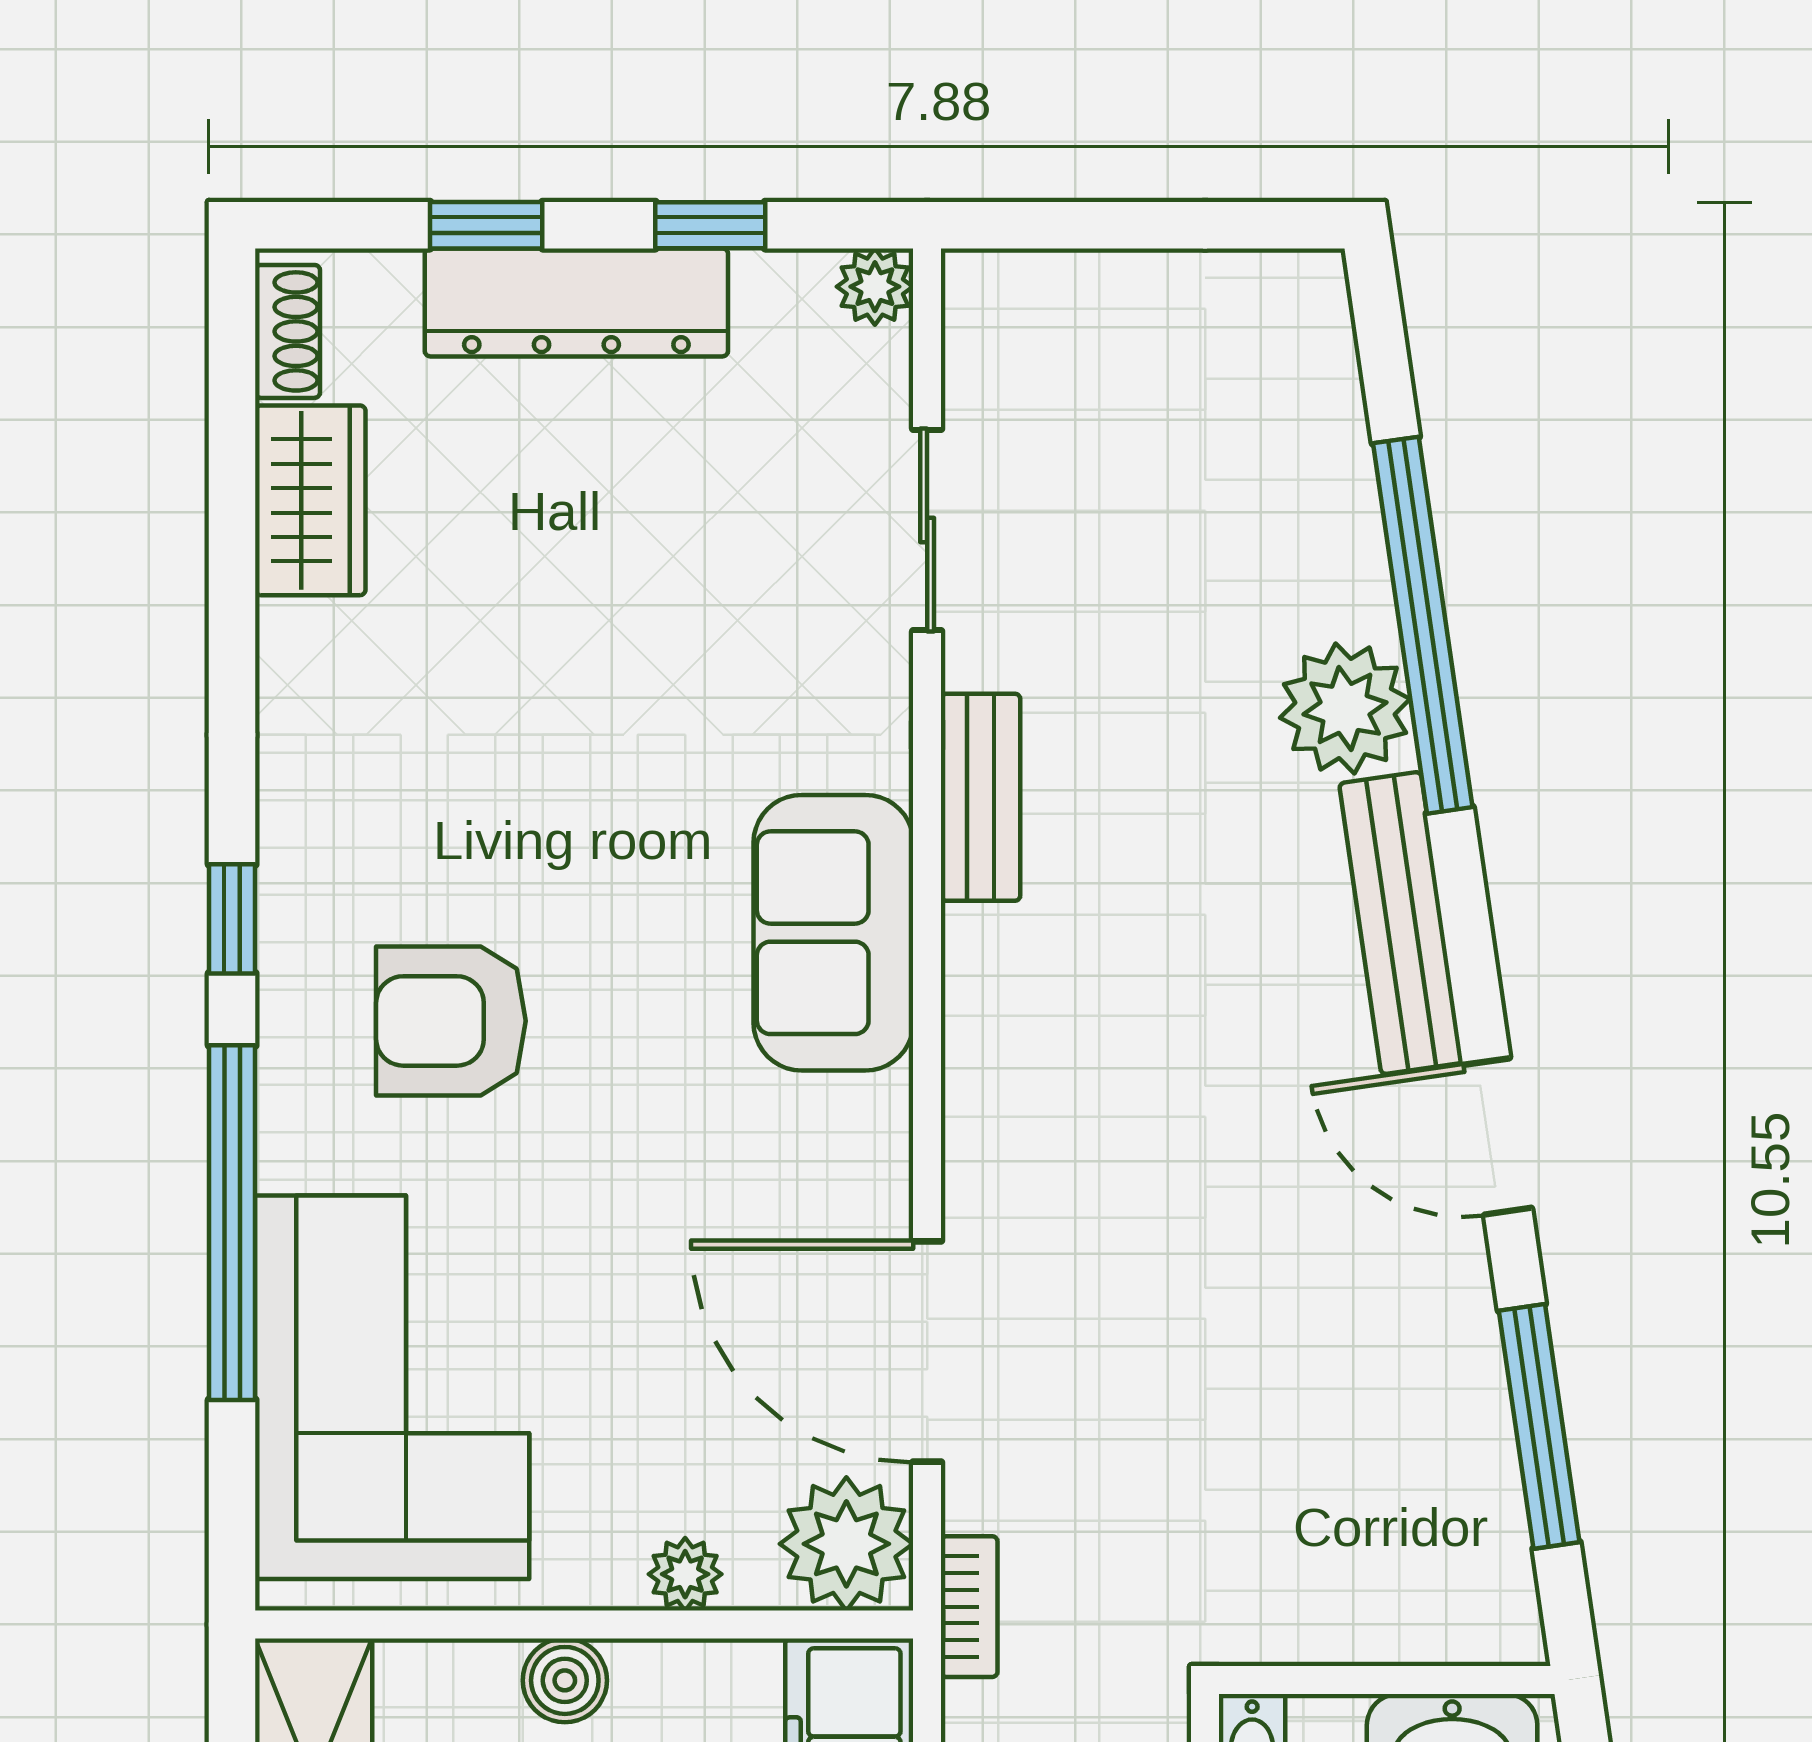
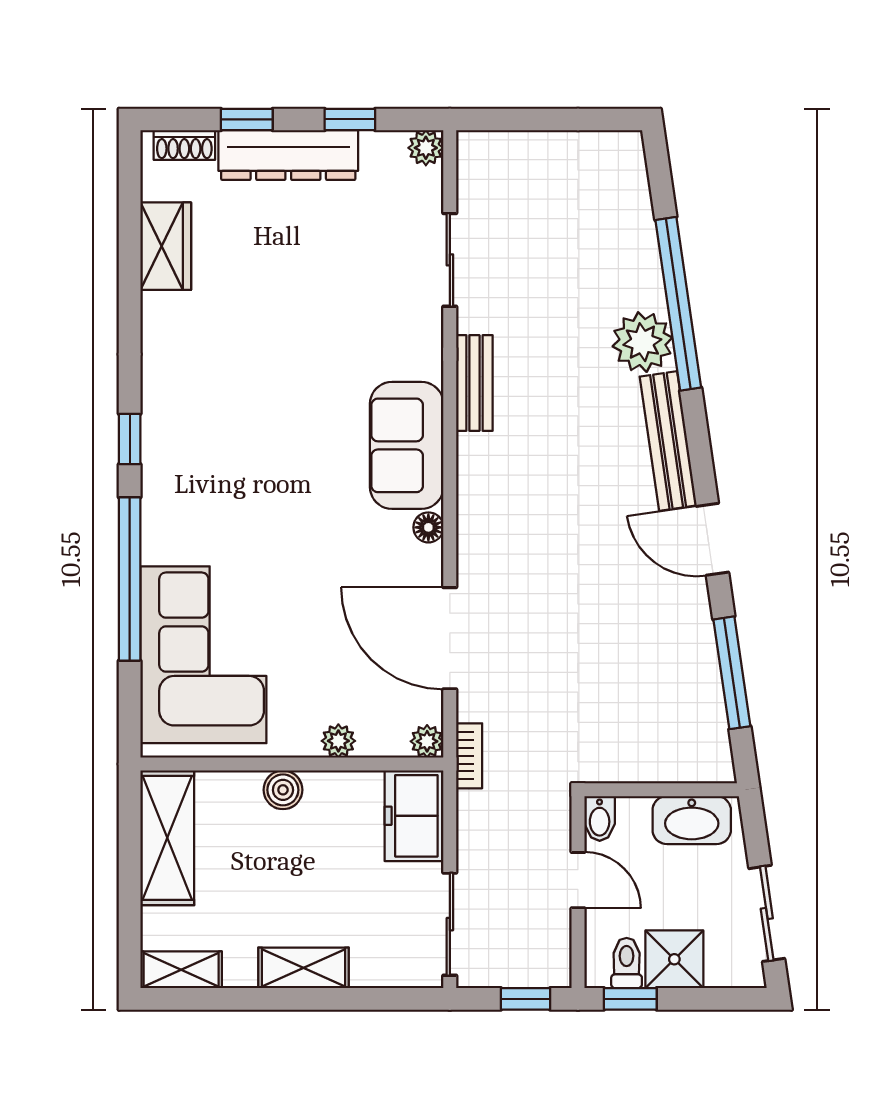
shoe rack: (288, 331) -> (184, 145), moved, turned 90
armchair: (451, 1021) -> (230, 486), removed
floor lamp: (880, 1111) -> (428, 527), added
plant: (846, 1544) -> (427, 741), width x0.53, depth x0.53

